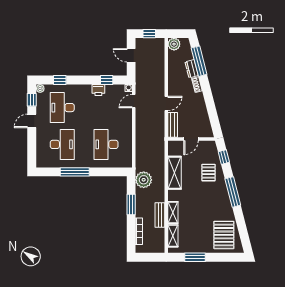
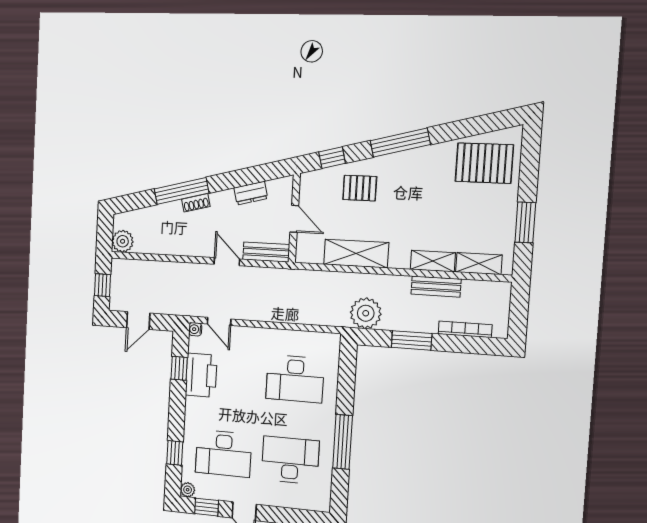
window: (199, 61) -> (182, 191), moved
dresser: (192, 69) -> (251, 193), moved
printer: (98, 90) -> (201, 375), width x1.87, depth x1.48

